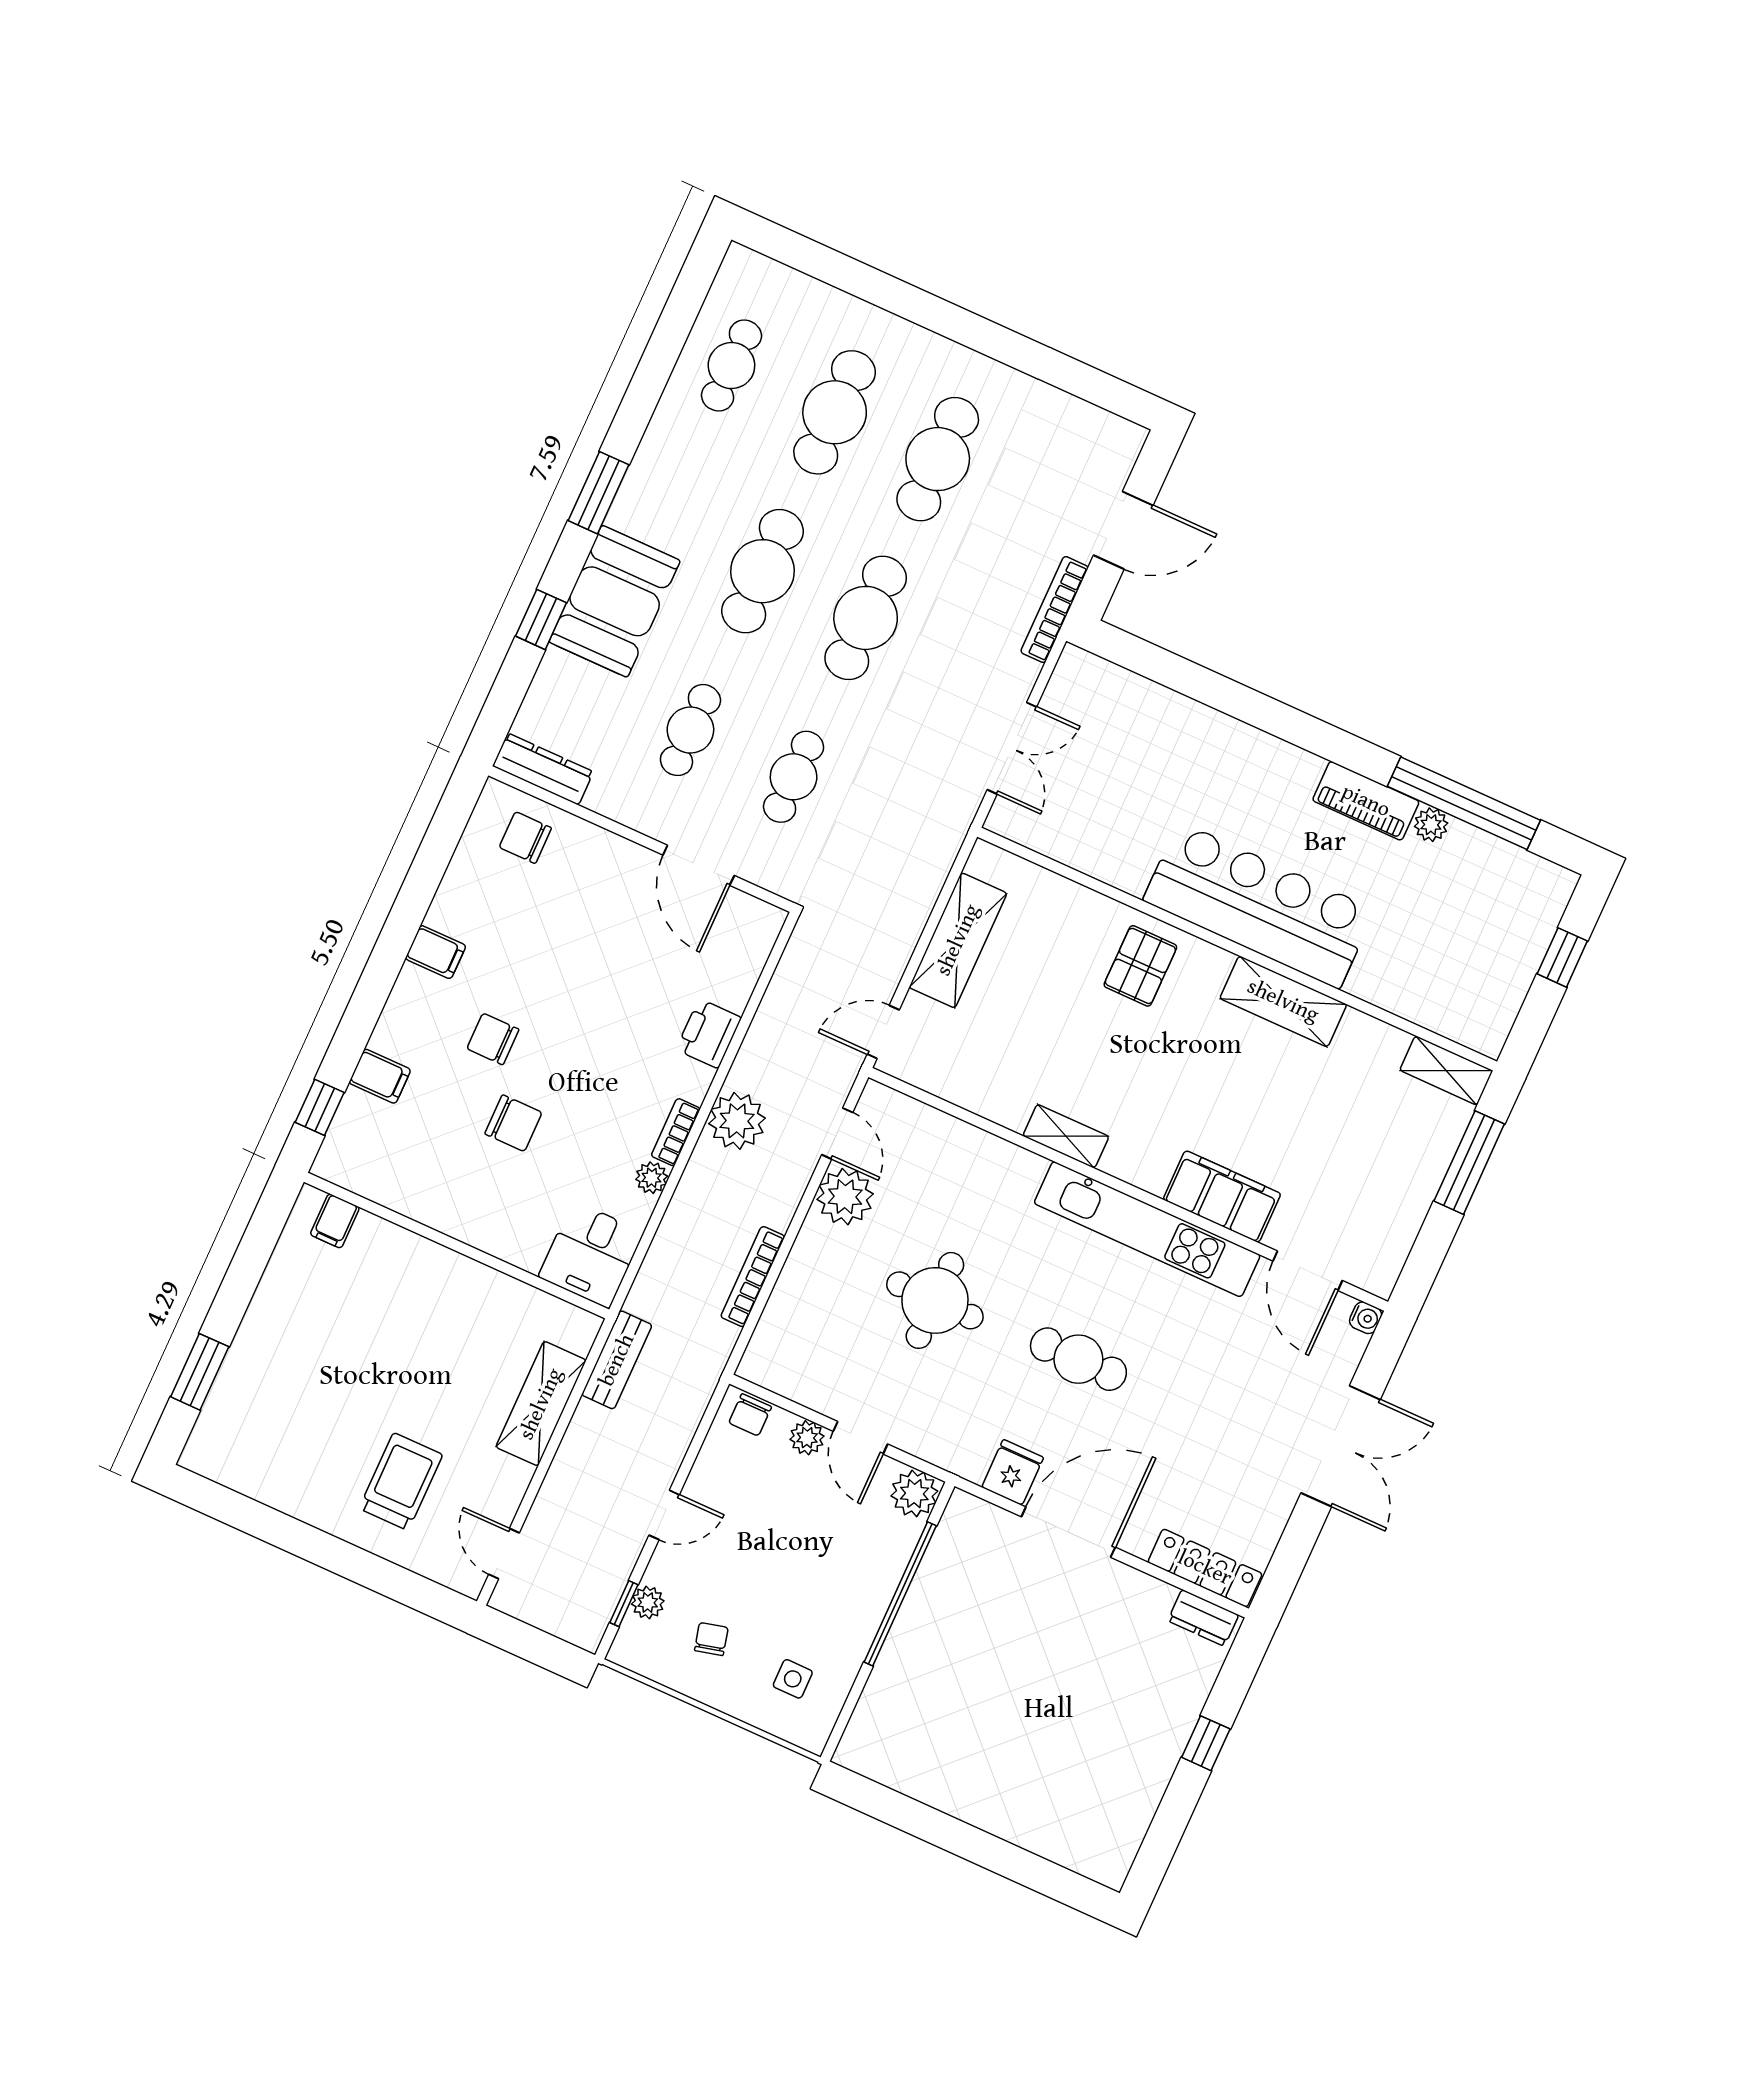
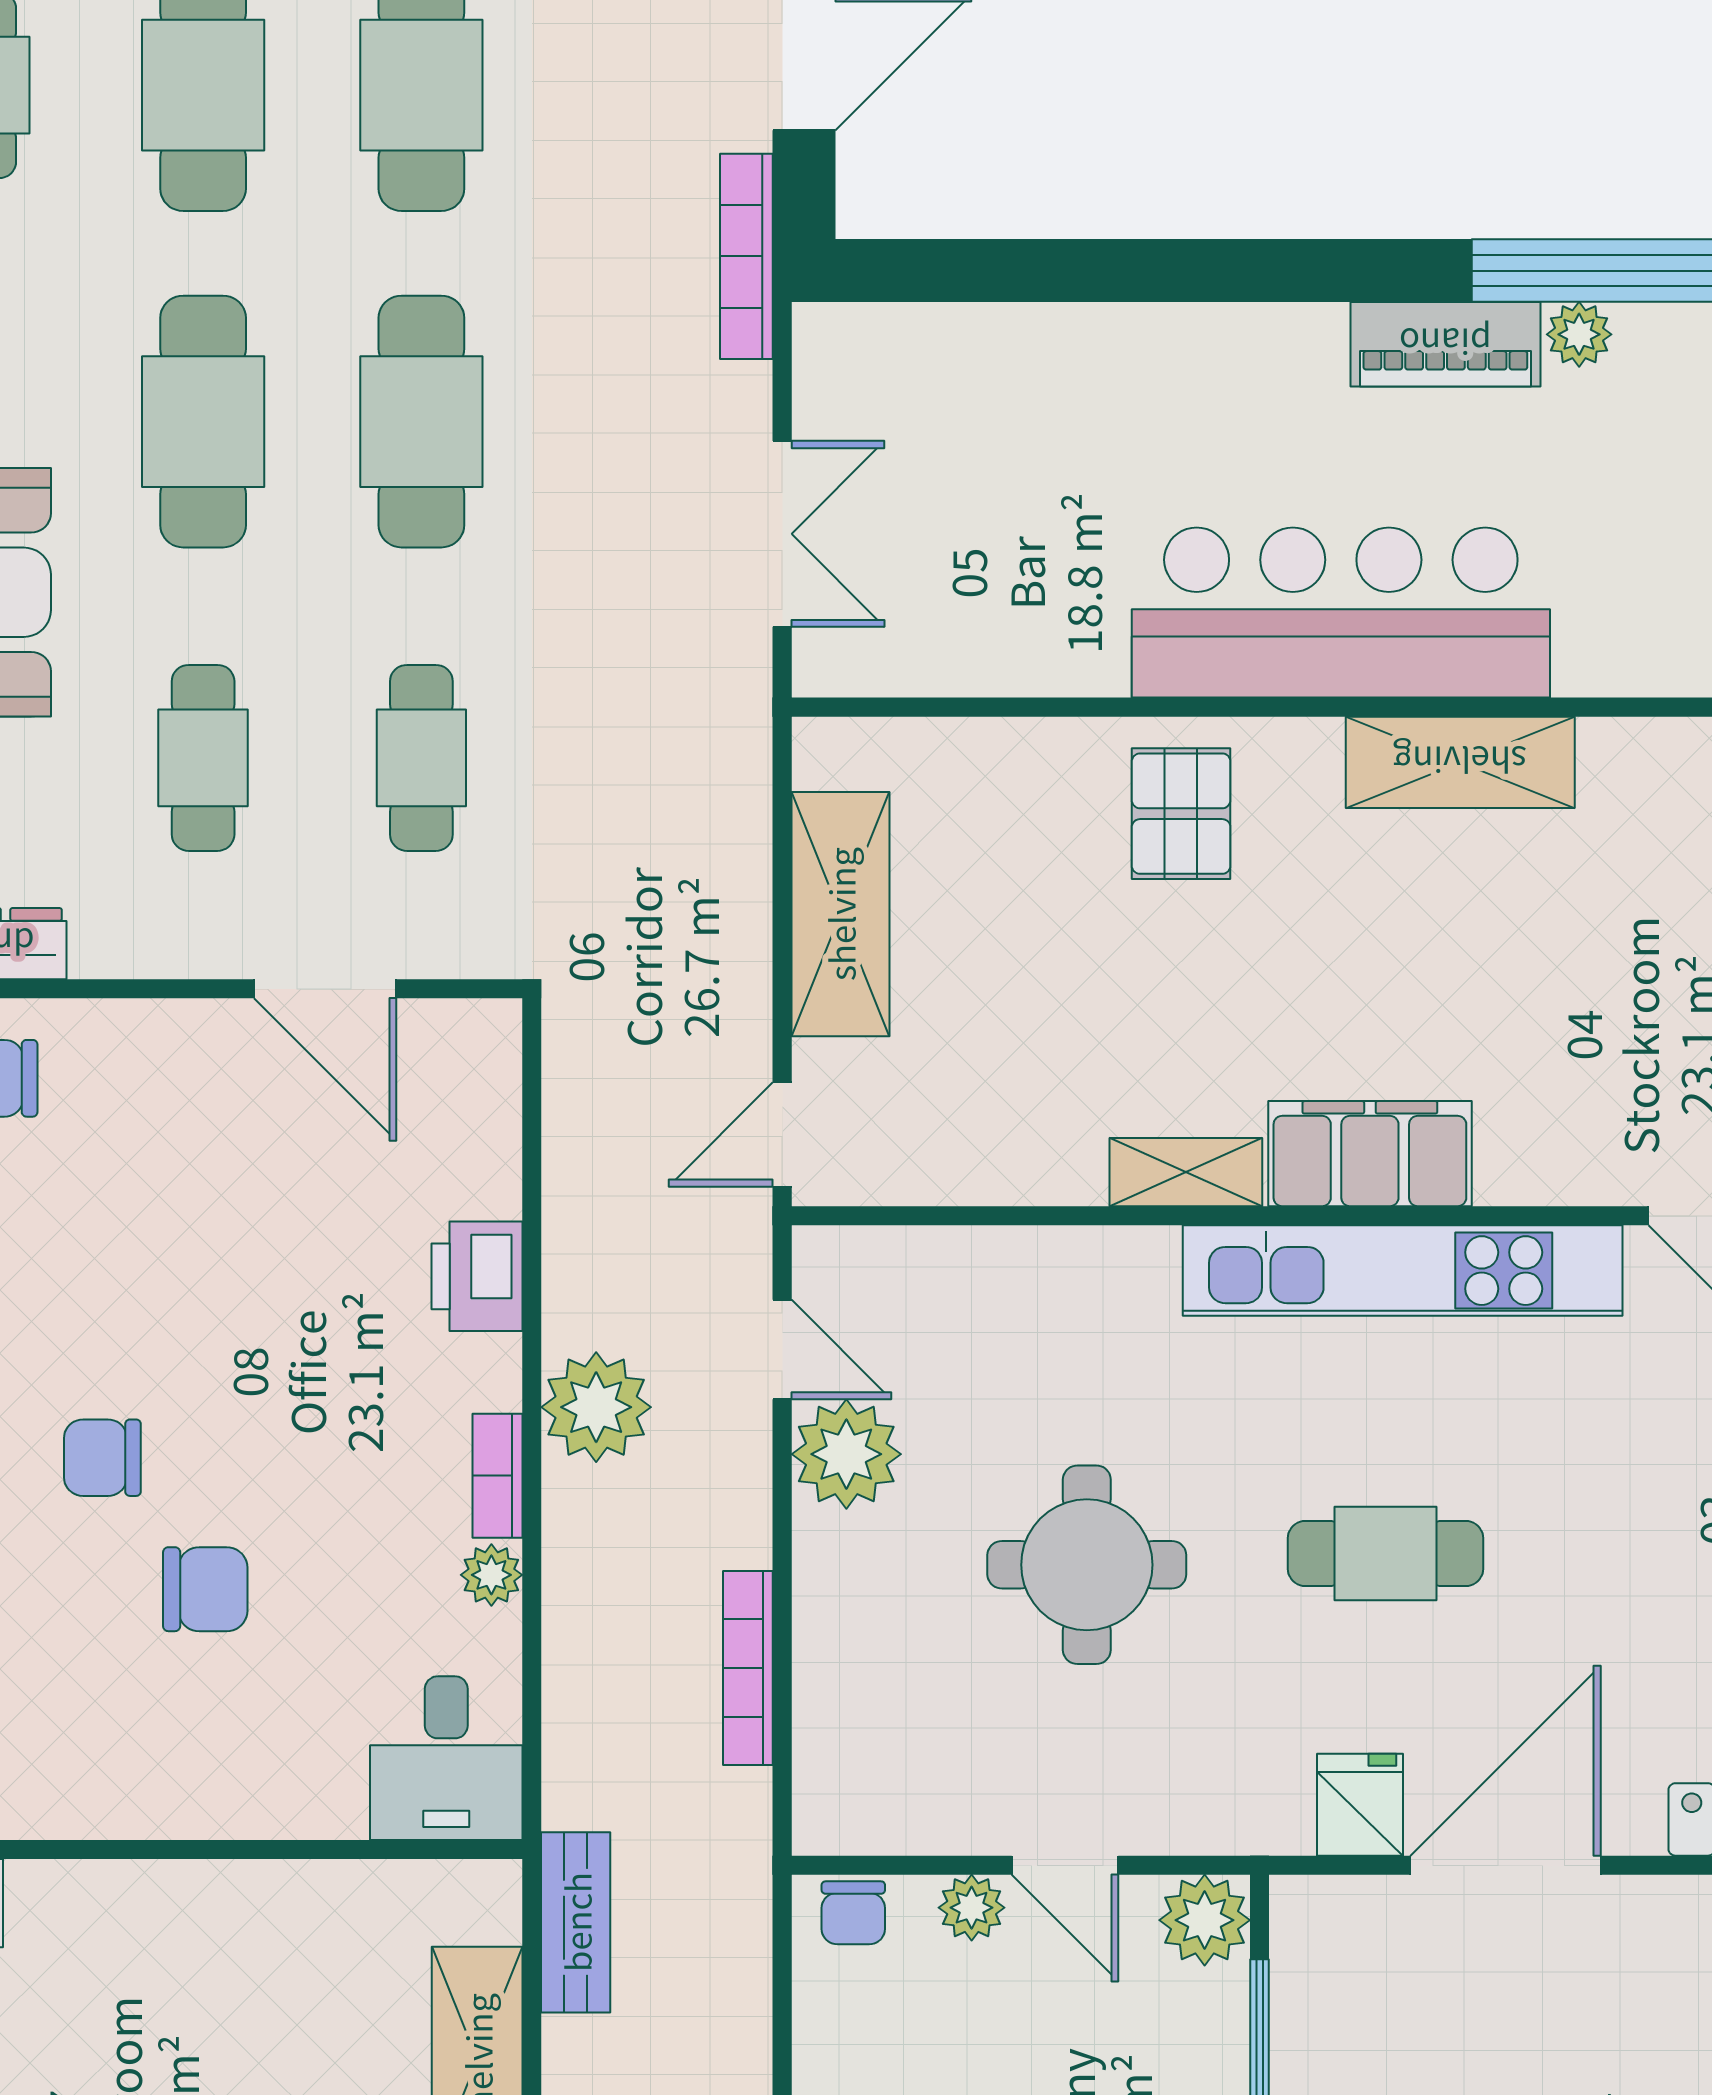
filing cabinet: (1222, 1197) -> (1370, 1154), moved

